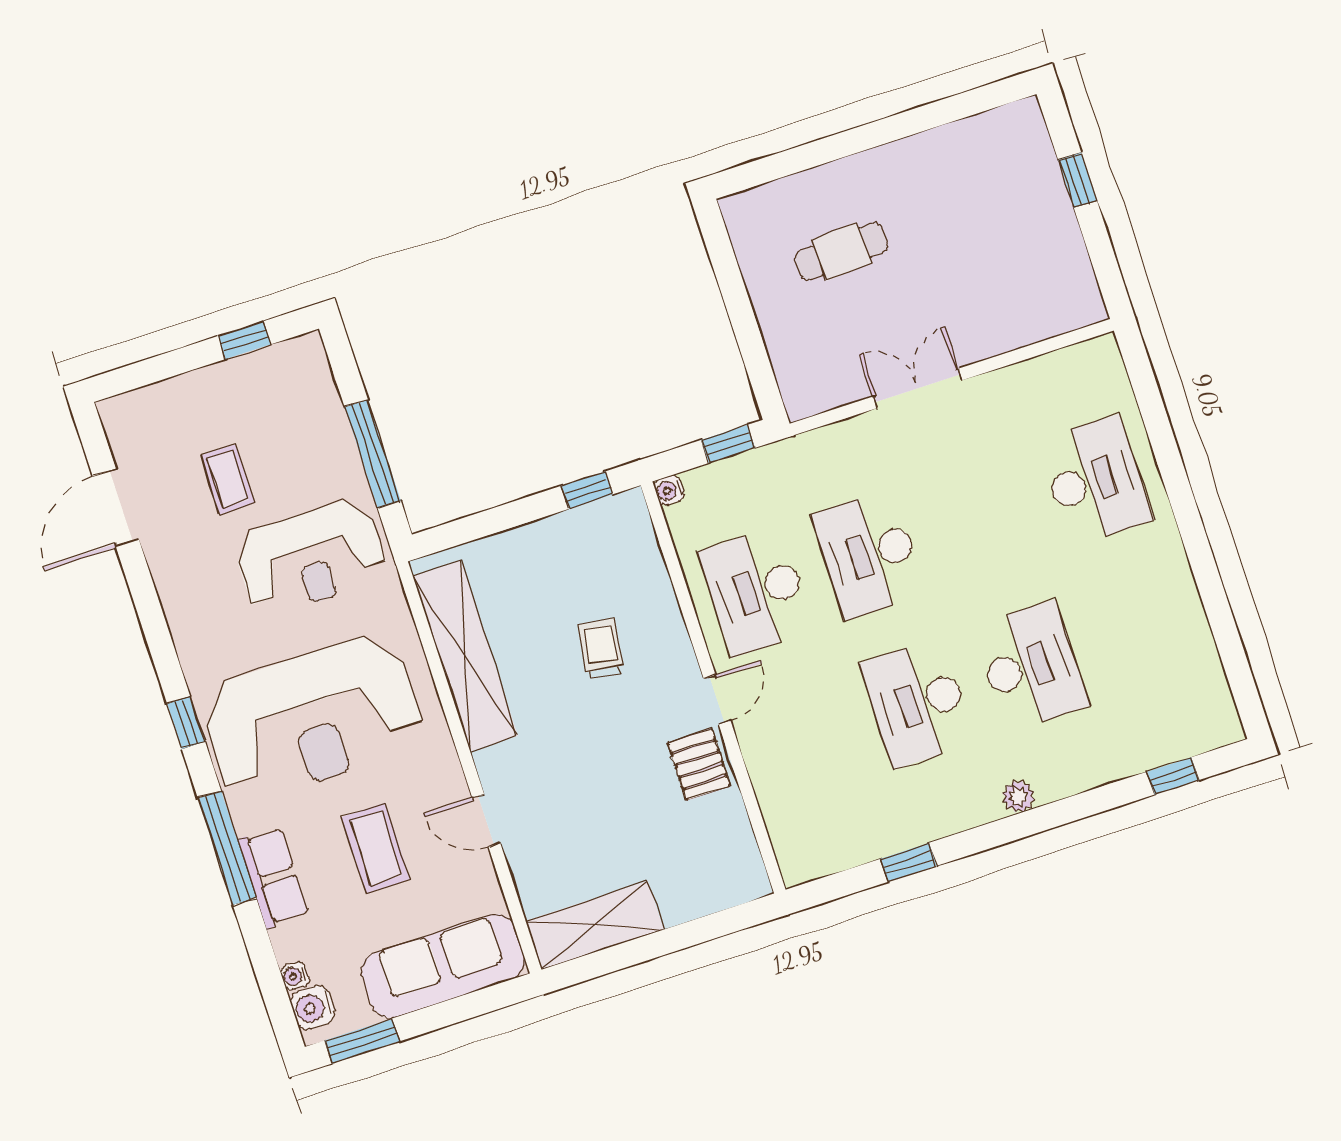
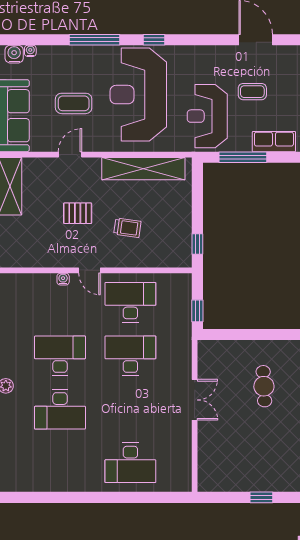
water cooler: (669, 490) -> (63, 279), moved
pallet: (699, 764) -> (78, 213), moved
row of seats: (273, 878) -> (274, 142), moved, turned 180

